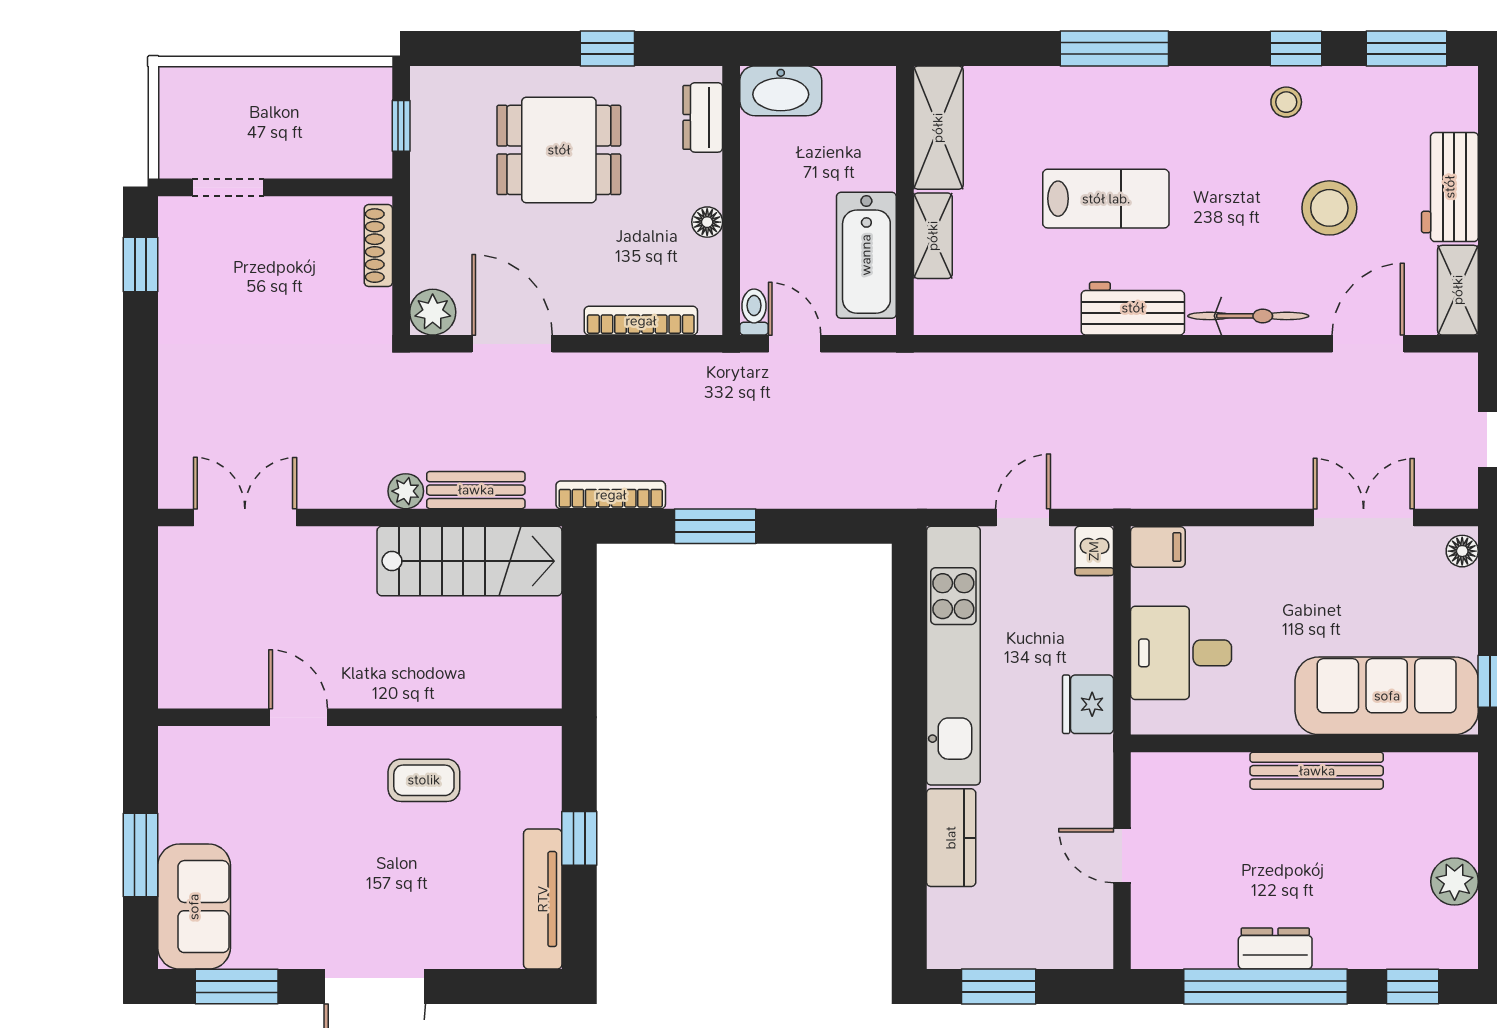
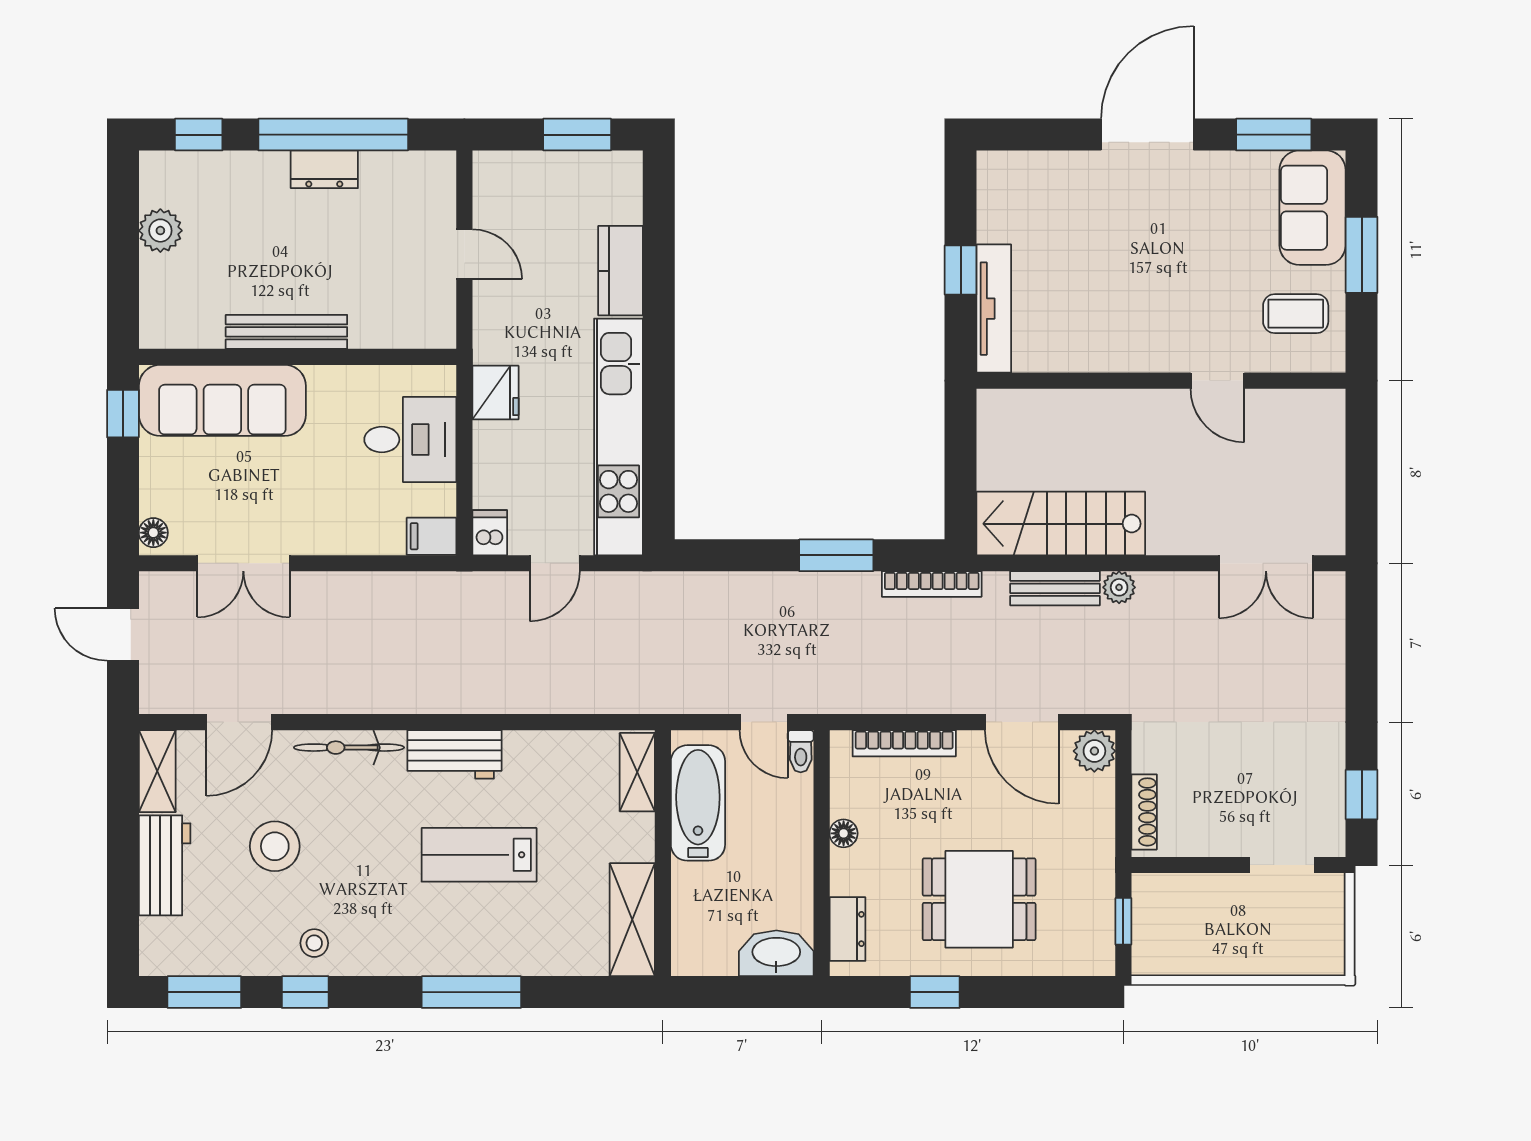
shelving: (933, 236) -> (637, 772), moved
coffee table: (424, 780) -> (1296, 314), moved
tv unit: (543, 899) -> (994, 309), moved

